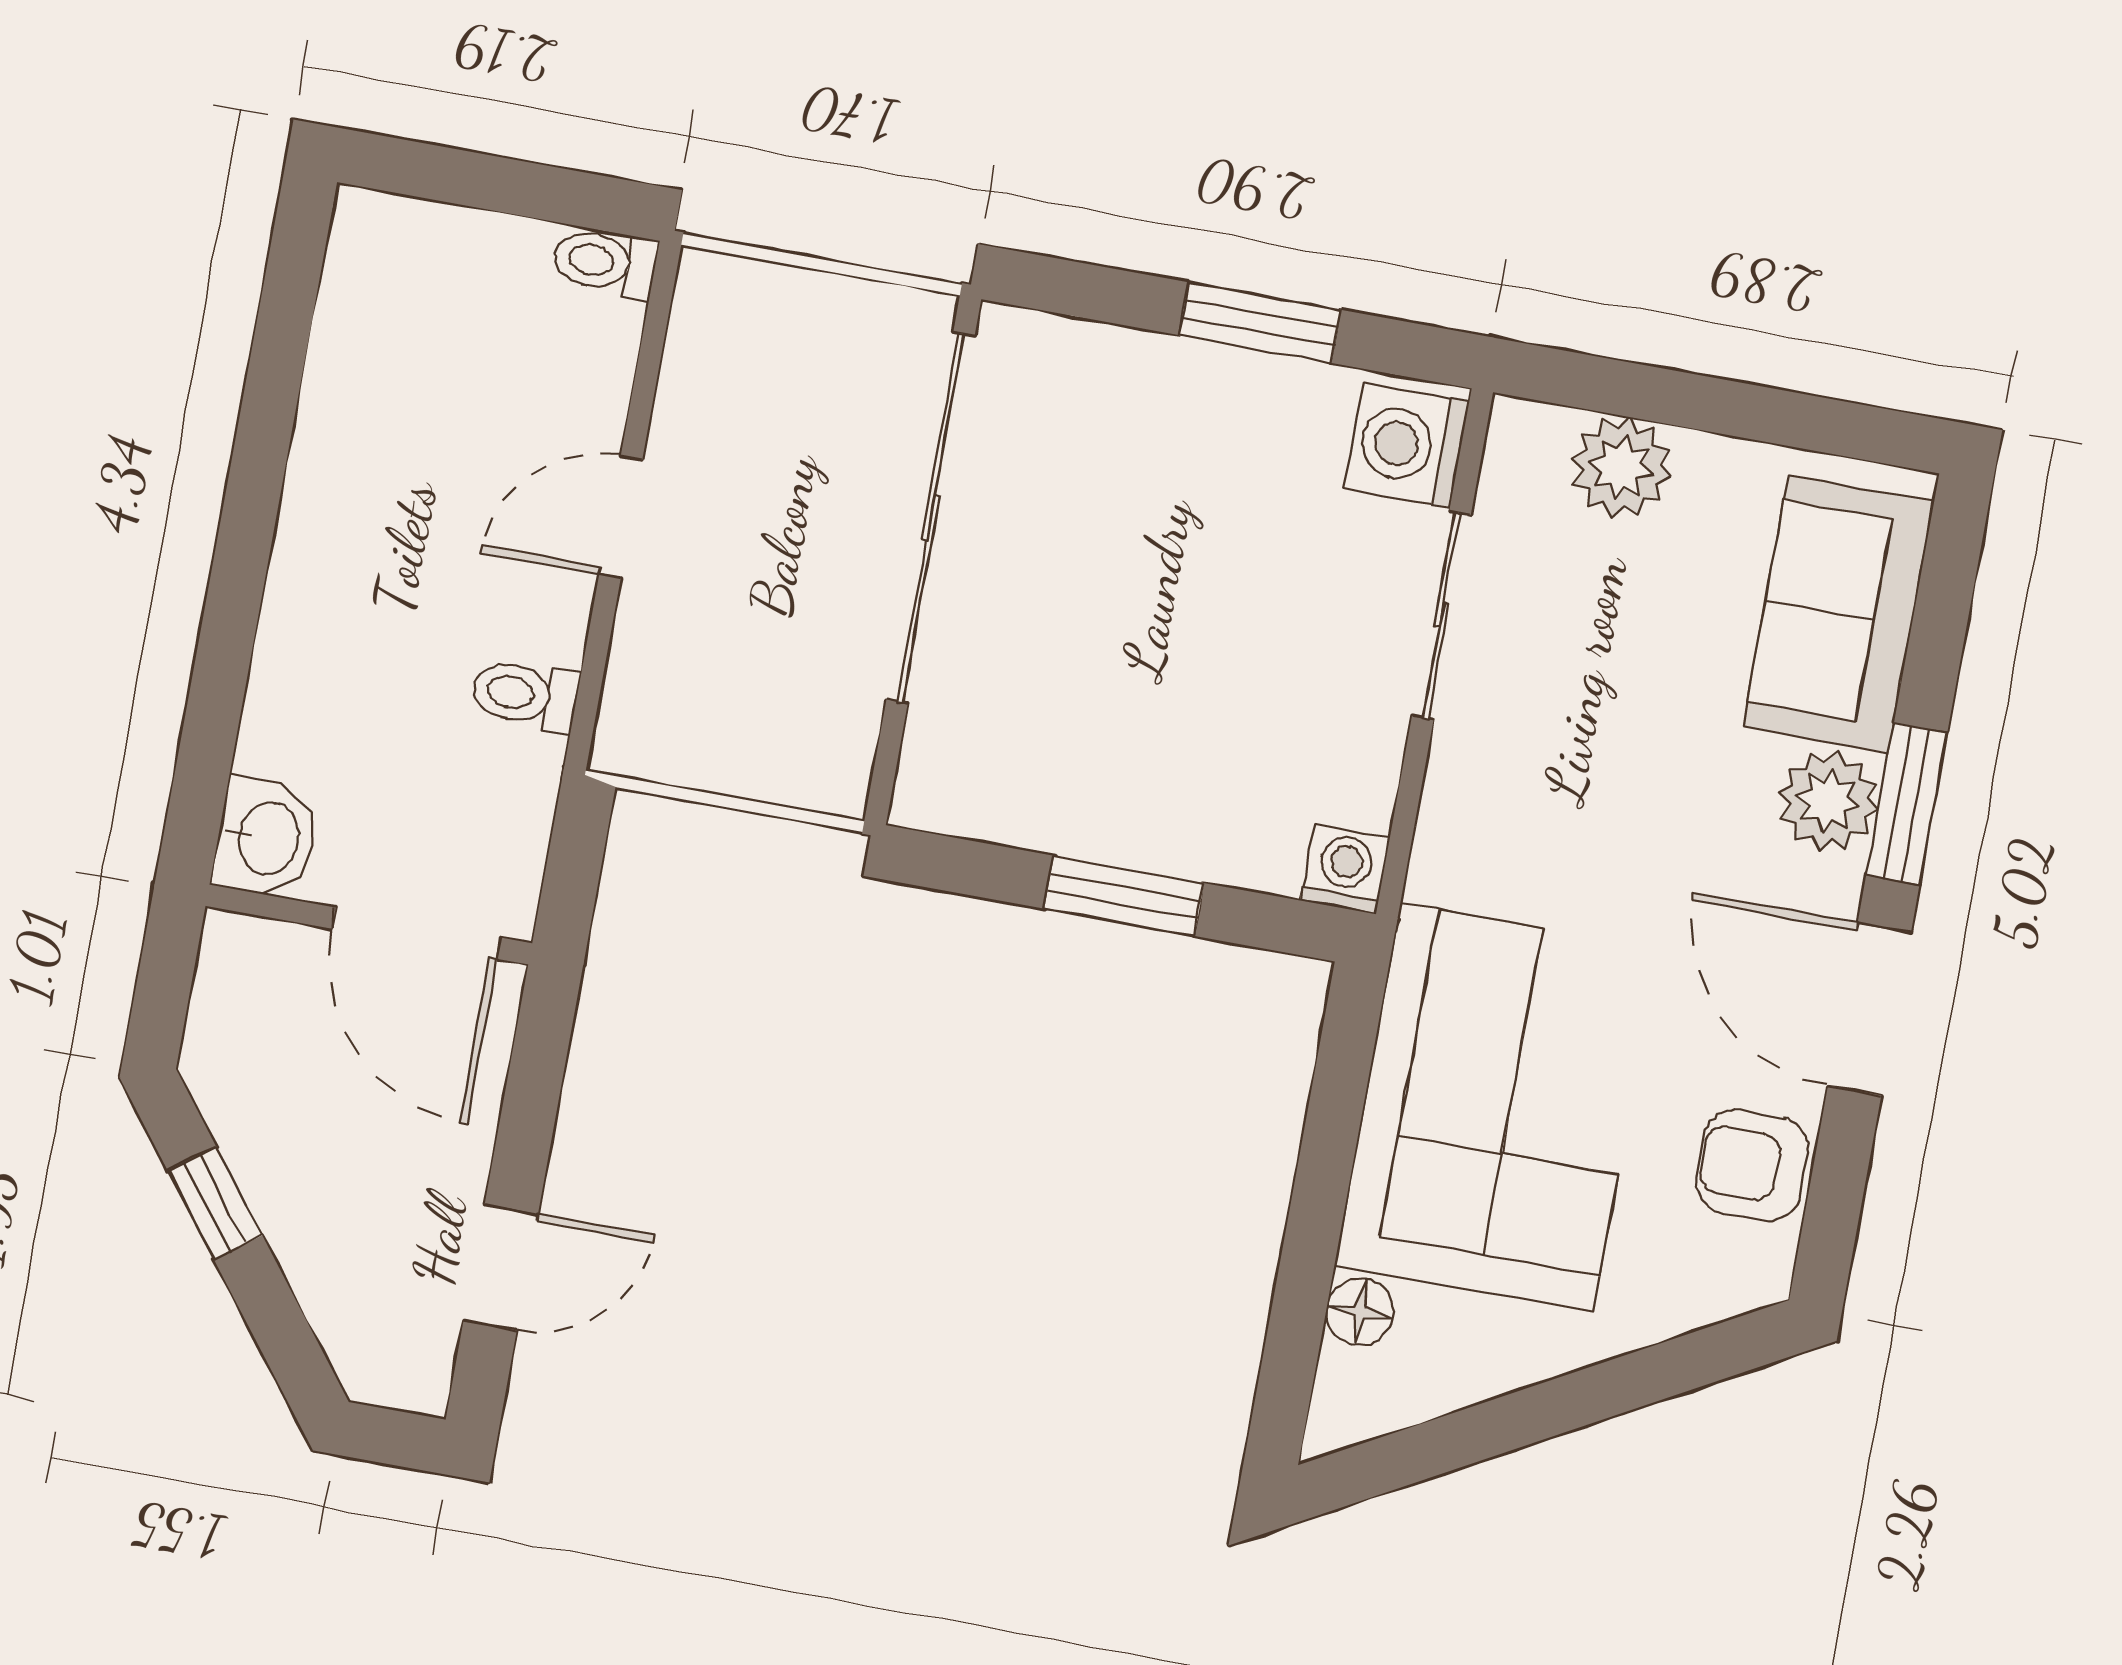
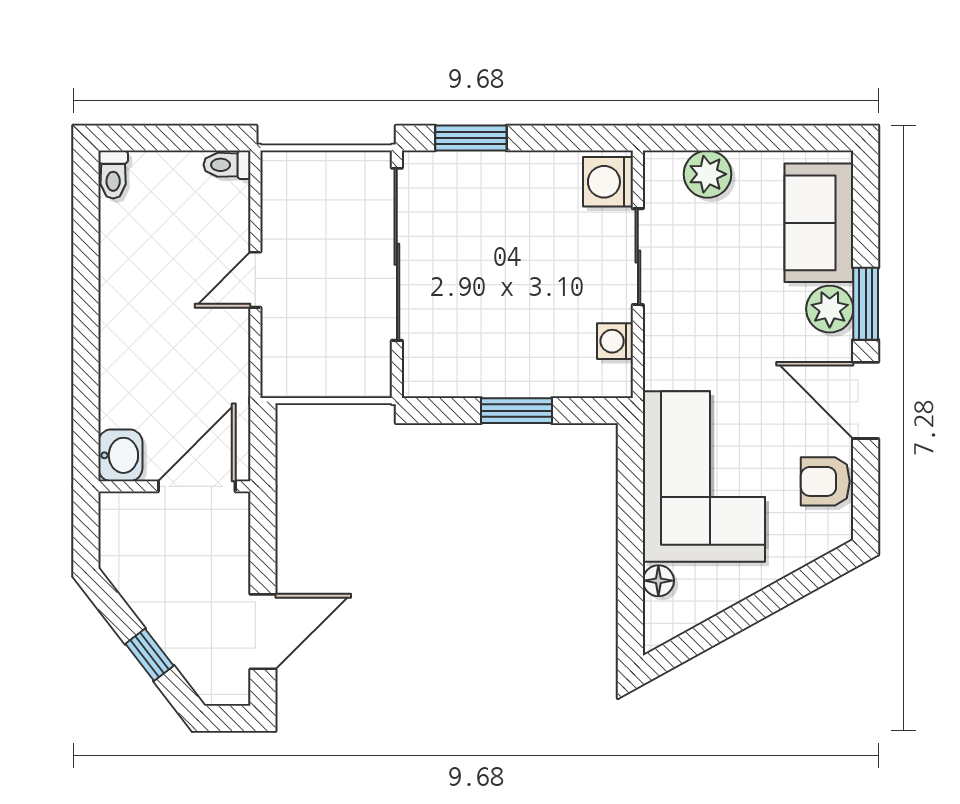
window: (1260, 323) -> (471, 138), moved
toilet: (525, 695) -> (113, 175), moved, turned -90
washing machine: (1345, 869) -> (615, 341), moved, turned -90
door: (416, 933) -> (197, 486), swing flipped
window: (215, 1203) -> (150, 655), moved
door: (501, 1267) -> (263, 632), width x1.38

